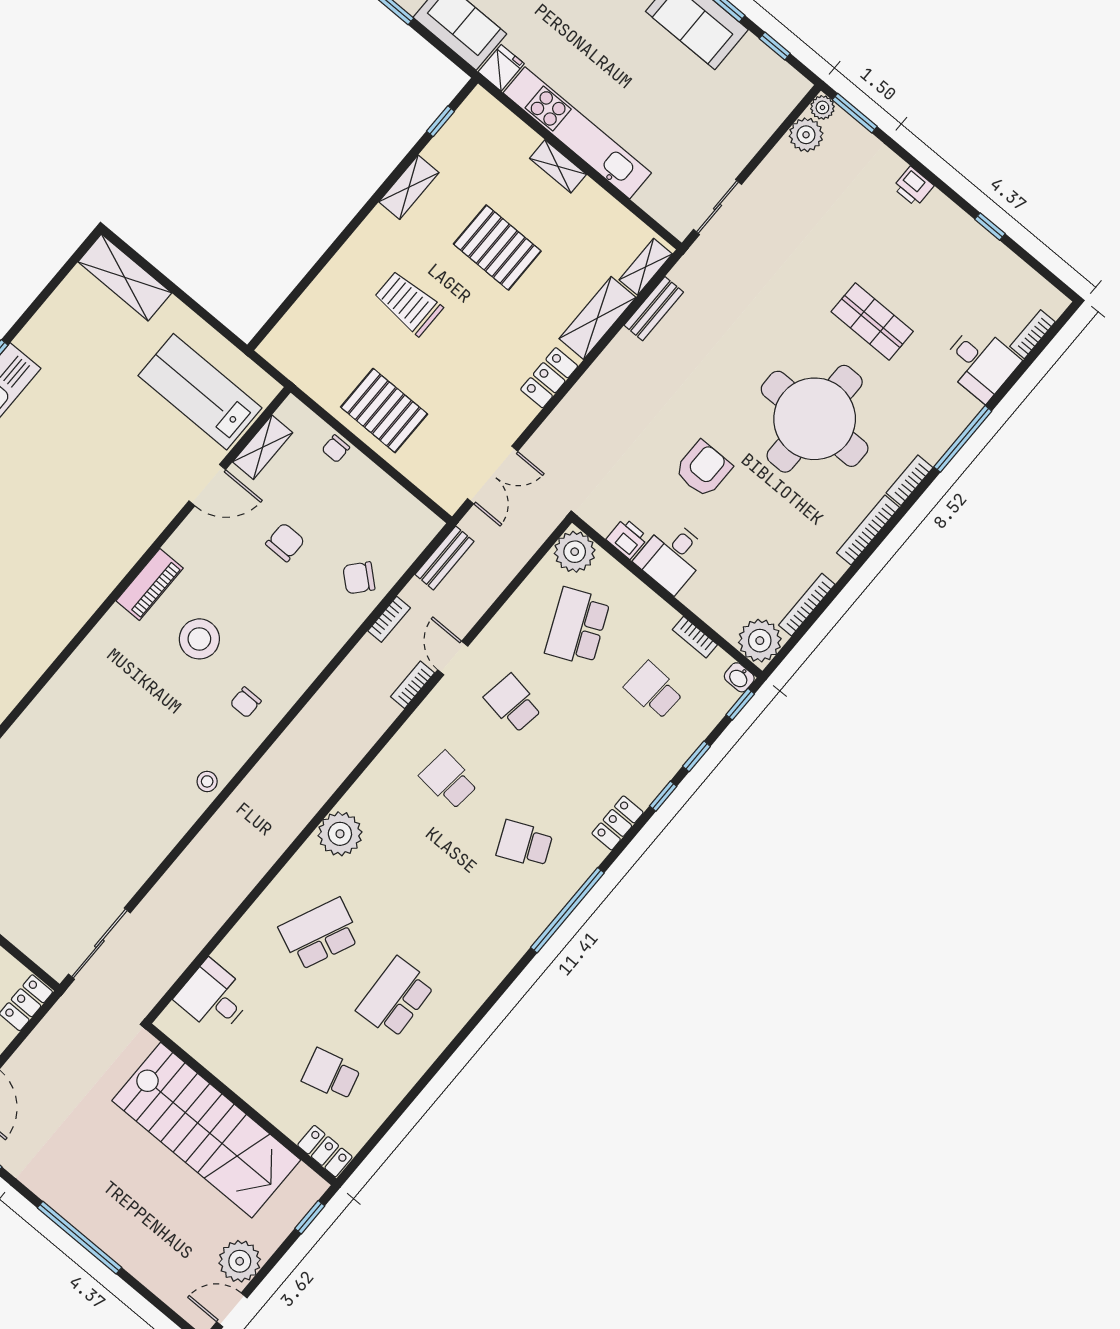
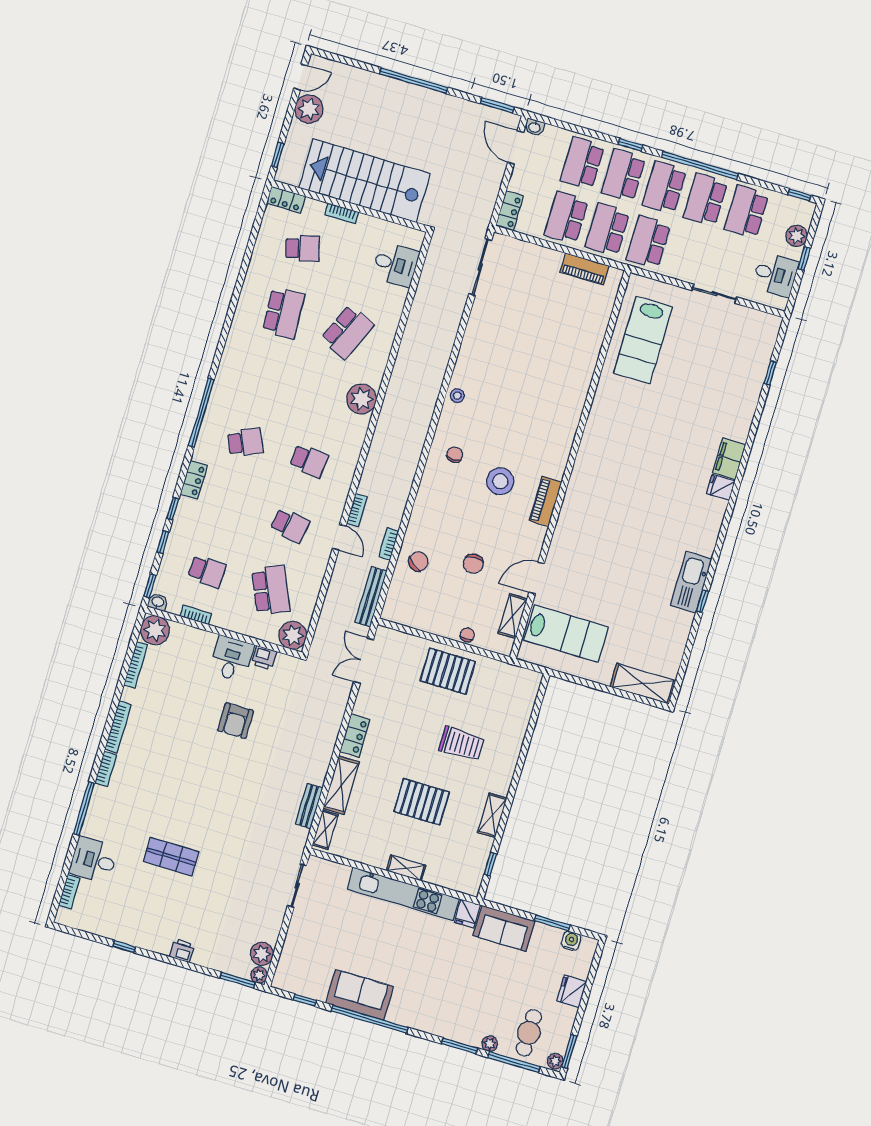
round table: (815, 419) -> (181, 781), removed
bench: (445, 558) -> (371, 597), width x1.36
bookcase: (257, 1099) -> (342, 213), added

